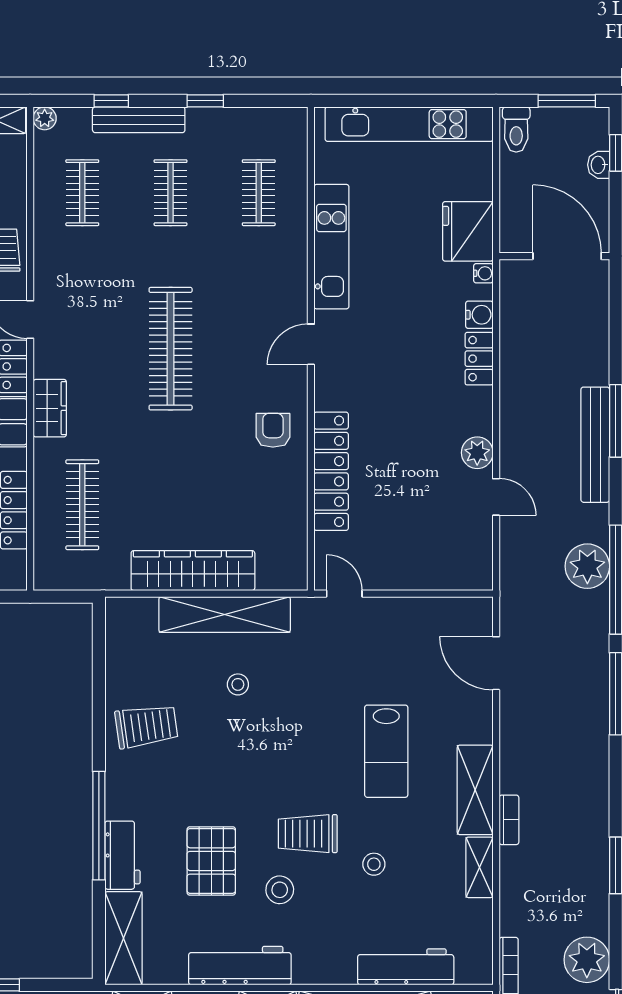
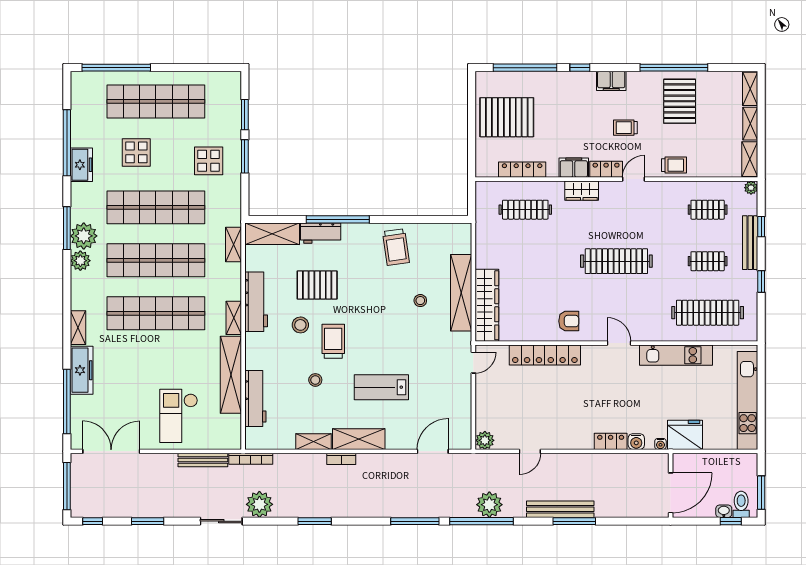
toilet: (516, 129) -> (741, 504), moved, turned 90
clothes rail: (259, 193) -> (708, 313), width x1.86, depth x1.31
plant: (477, 453) -> (485, 440), moved
wardrobe: (193, 571) -> (487, 305), moved

